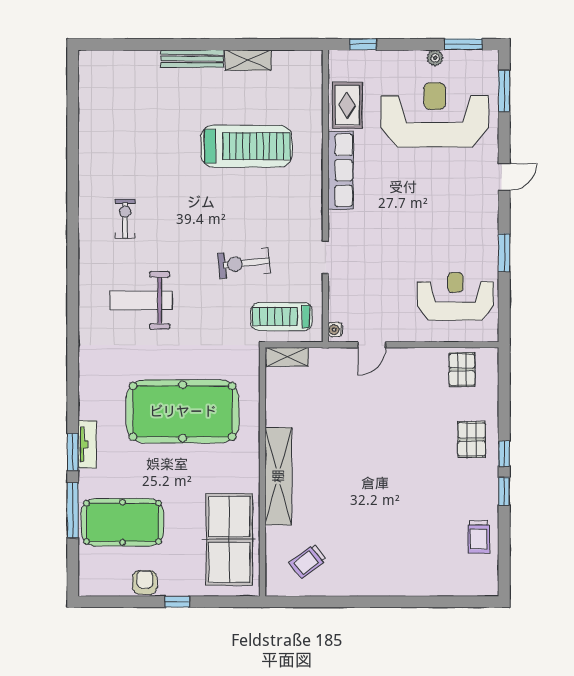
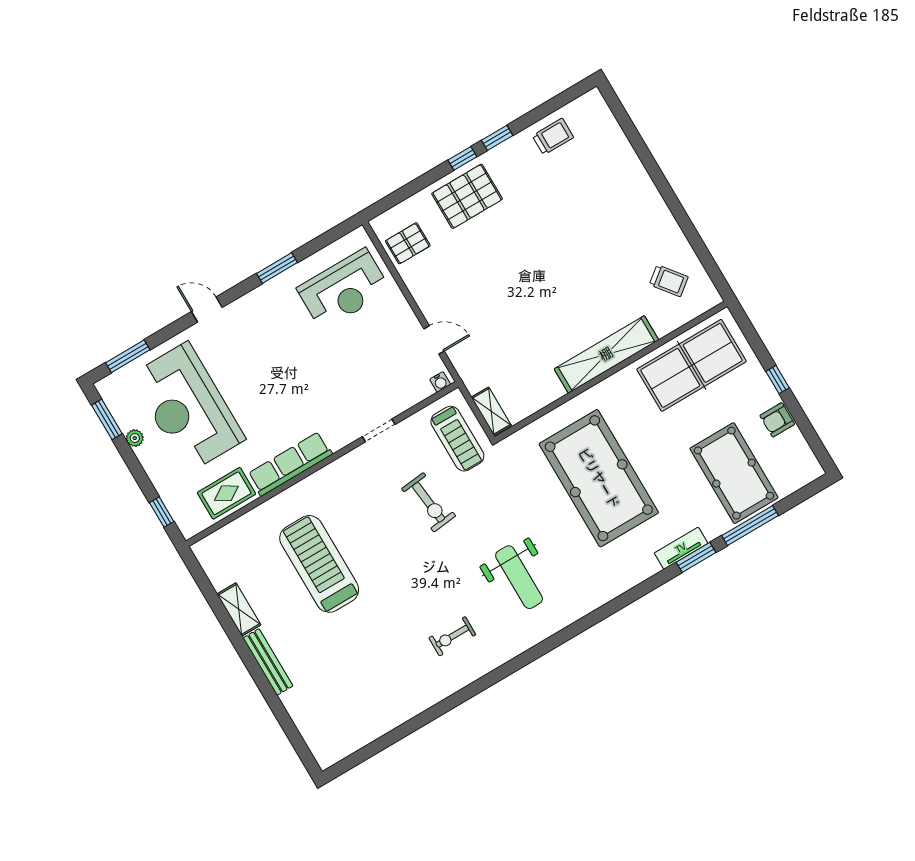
reception desk: (455, 296) -> (344, 289), turned -90
pallet: (471, 439) -> (467, 196), width x1.50, depth x1.42

